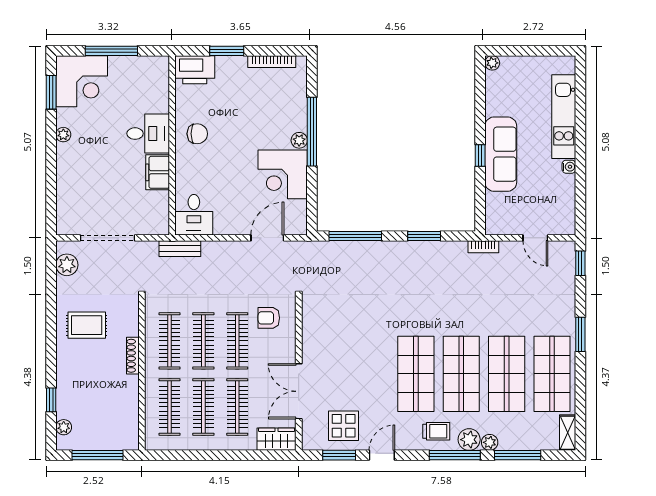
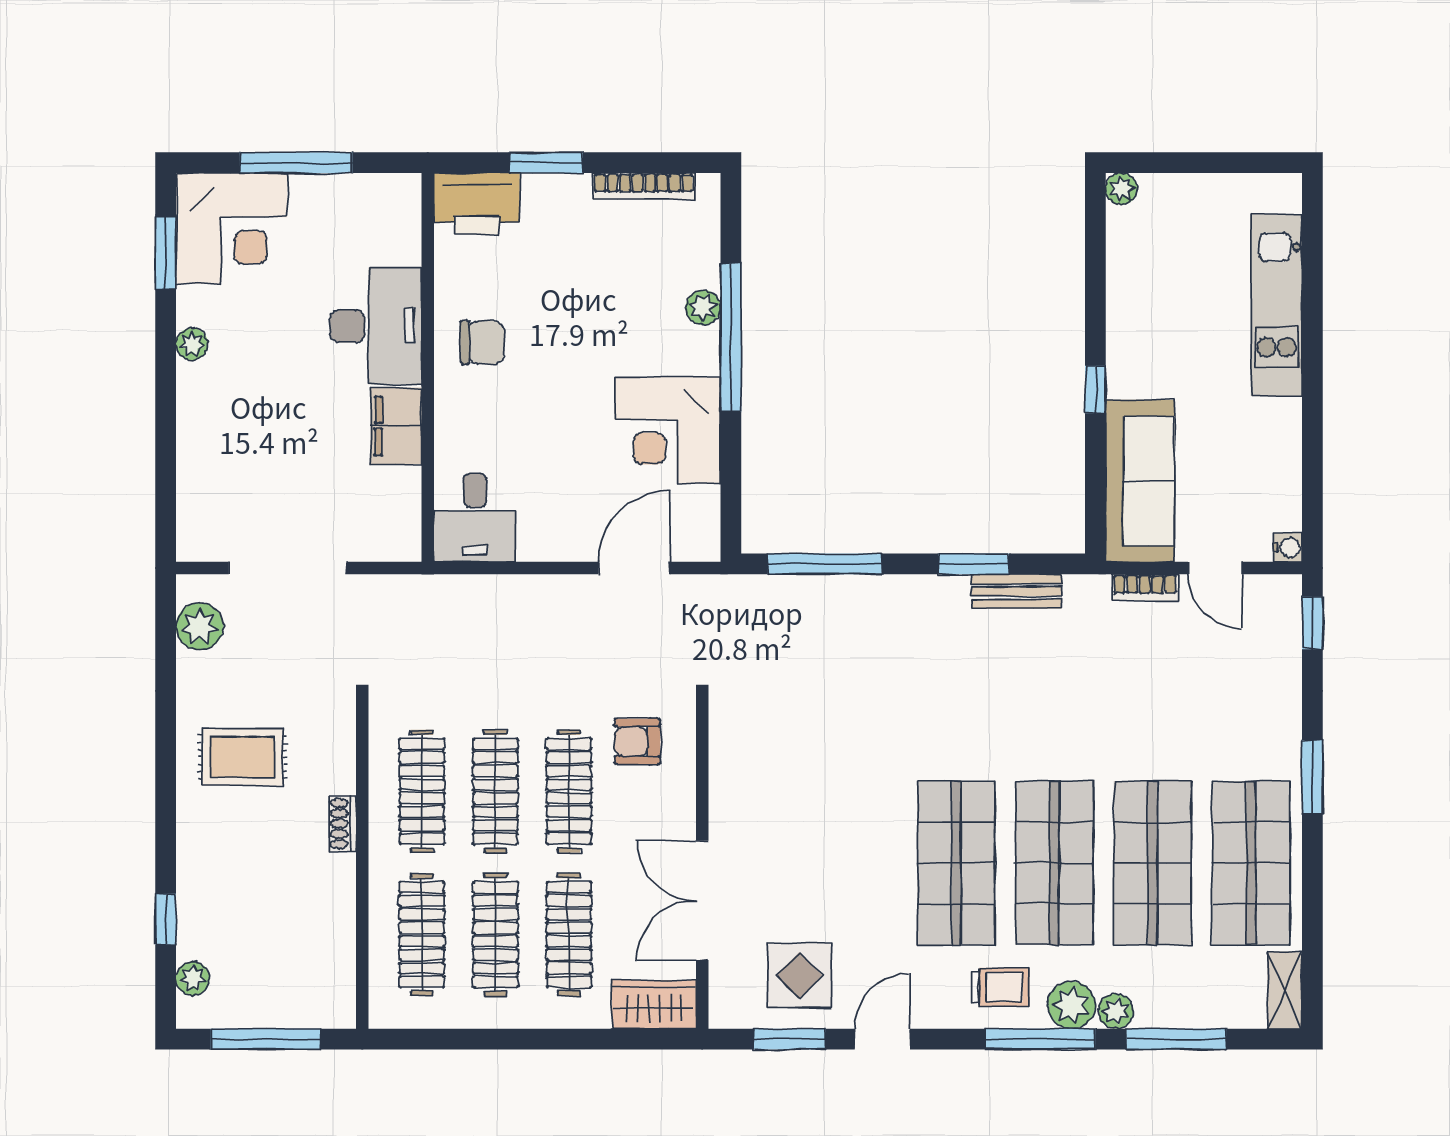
desk: (148, 134) -> (376, 326), width x1.37
plant: (299, 140) -> (703, 307), moved
sofa: (501, 154) -> (1140, 481), moved
water cooler: (569, 167) -> (1288, 547), moved
bookcase: (483, 247) -> (1145, 588), moved
bench: (180, 249) -> (1016, 591), moved
shoe rack: (133, 356) -> (342, 823), width x0.70

